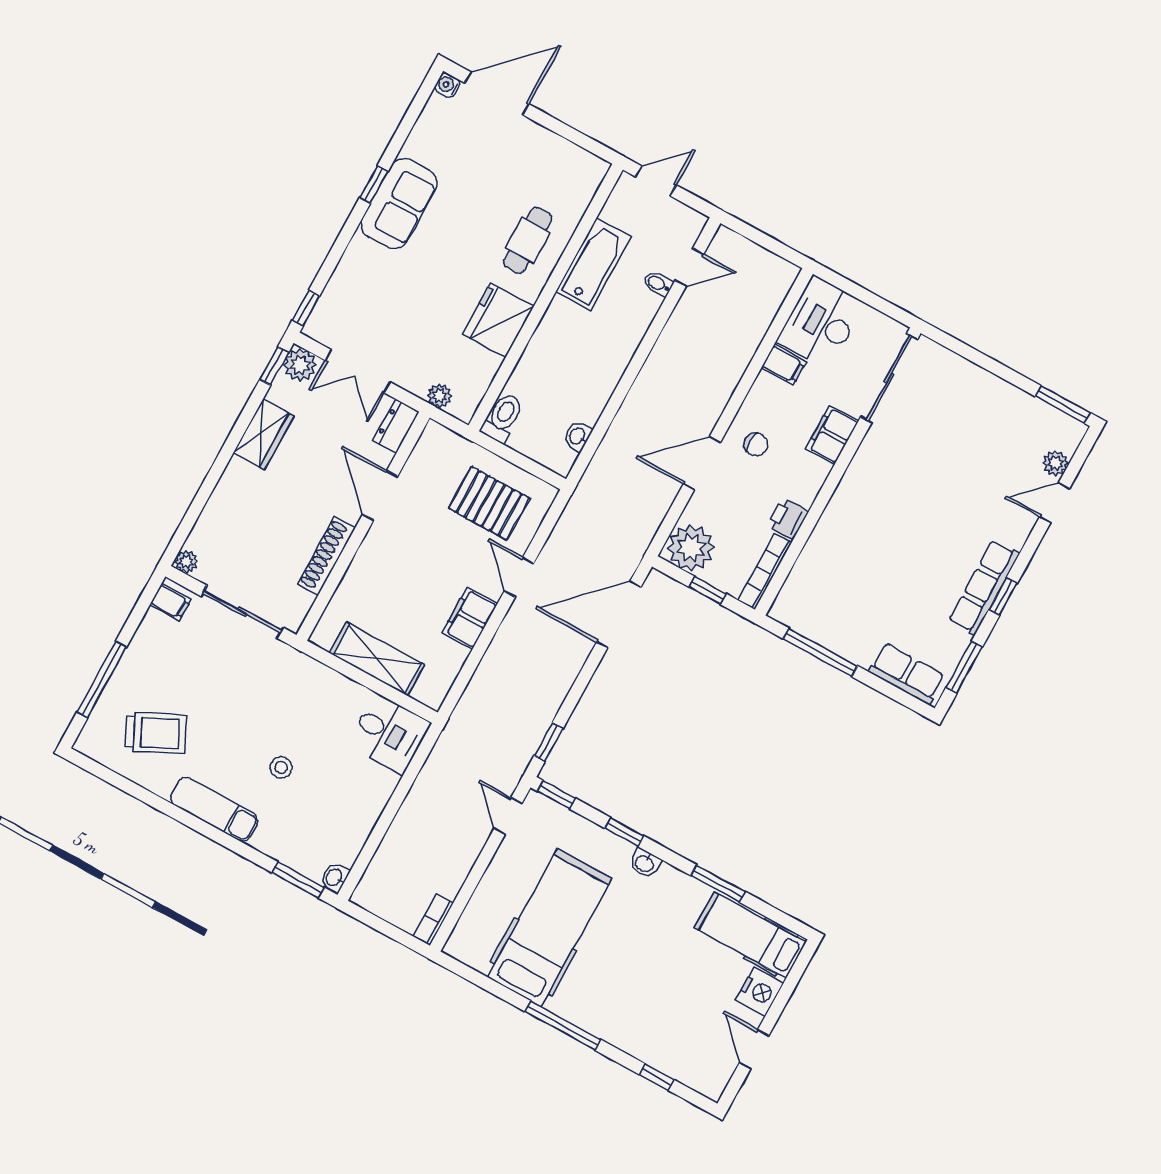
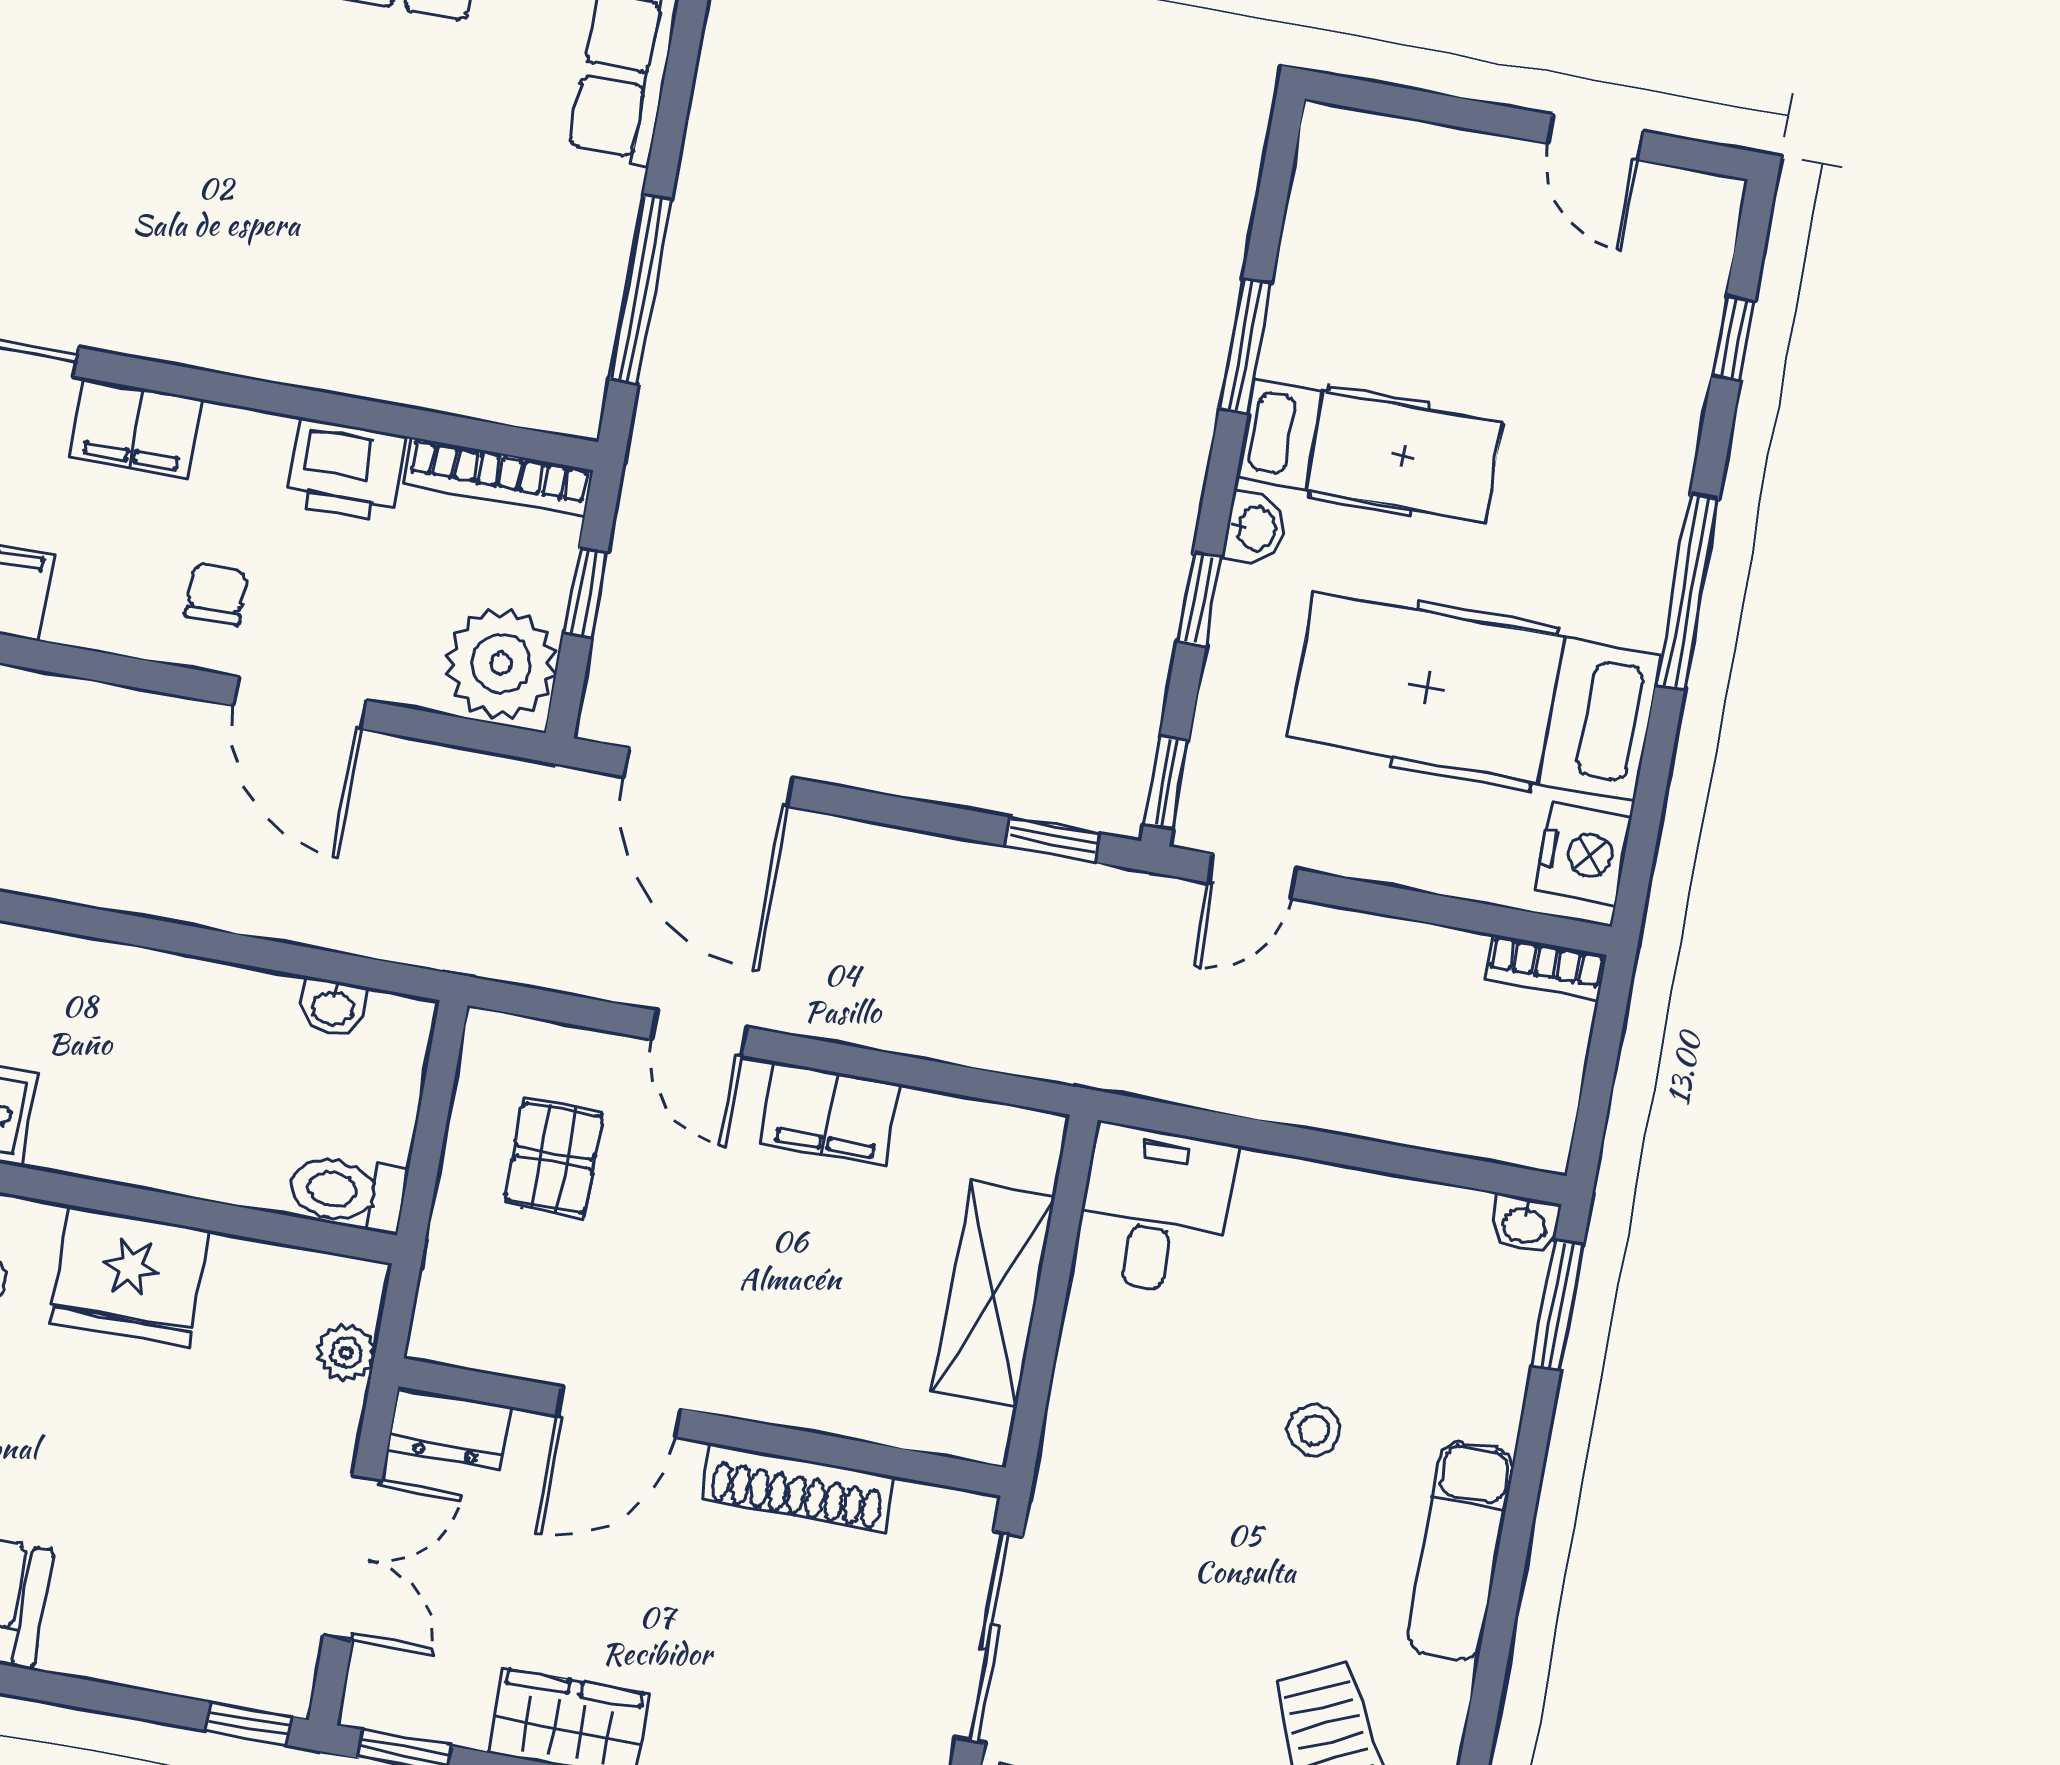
plant: (300, 365) -> (383, 1694), removed
pallet: (489, 503) -> (554, 1158), width x0.67, depth x0.71
printer: (788, 519) -> (345, 470), width x1.36, depth x1.24
door: (519, 577) -> (699, 1033), hinge flipped
hospital bed: (750, 935) -> (1369, 450), moved, turned -90
nightstand: (760, 992) -> (1584, 854), moved, turned 90
door: (754, 1049) -> (1596, 137), hinge flipped

